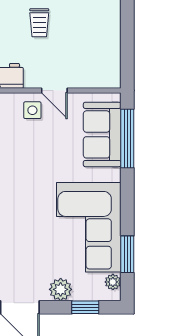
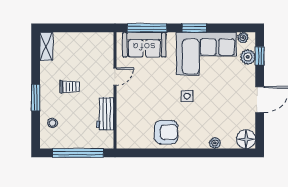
side table: (32, 110) -> (187, 96), moved
window: (127, 254) -> (194, 28), moved
plant: (61, 289) -> (248, 57), moved

